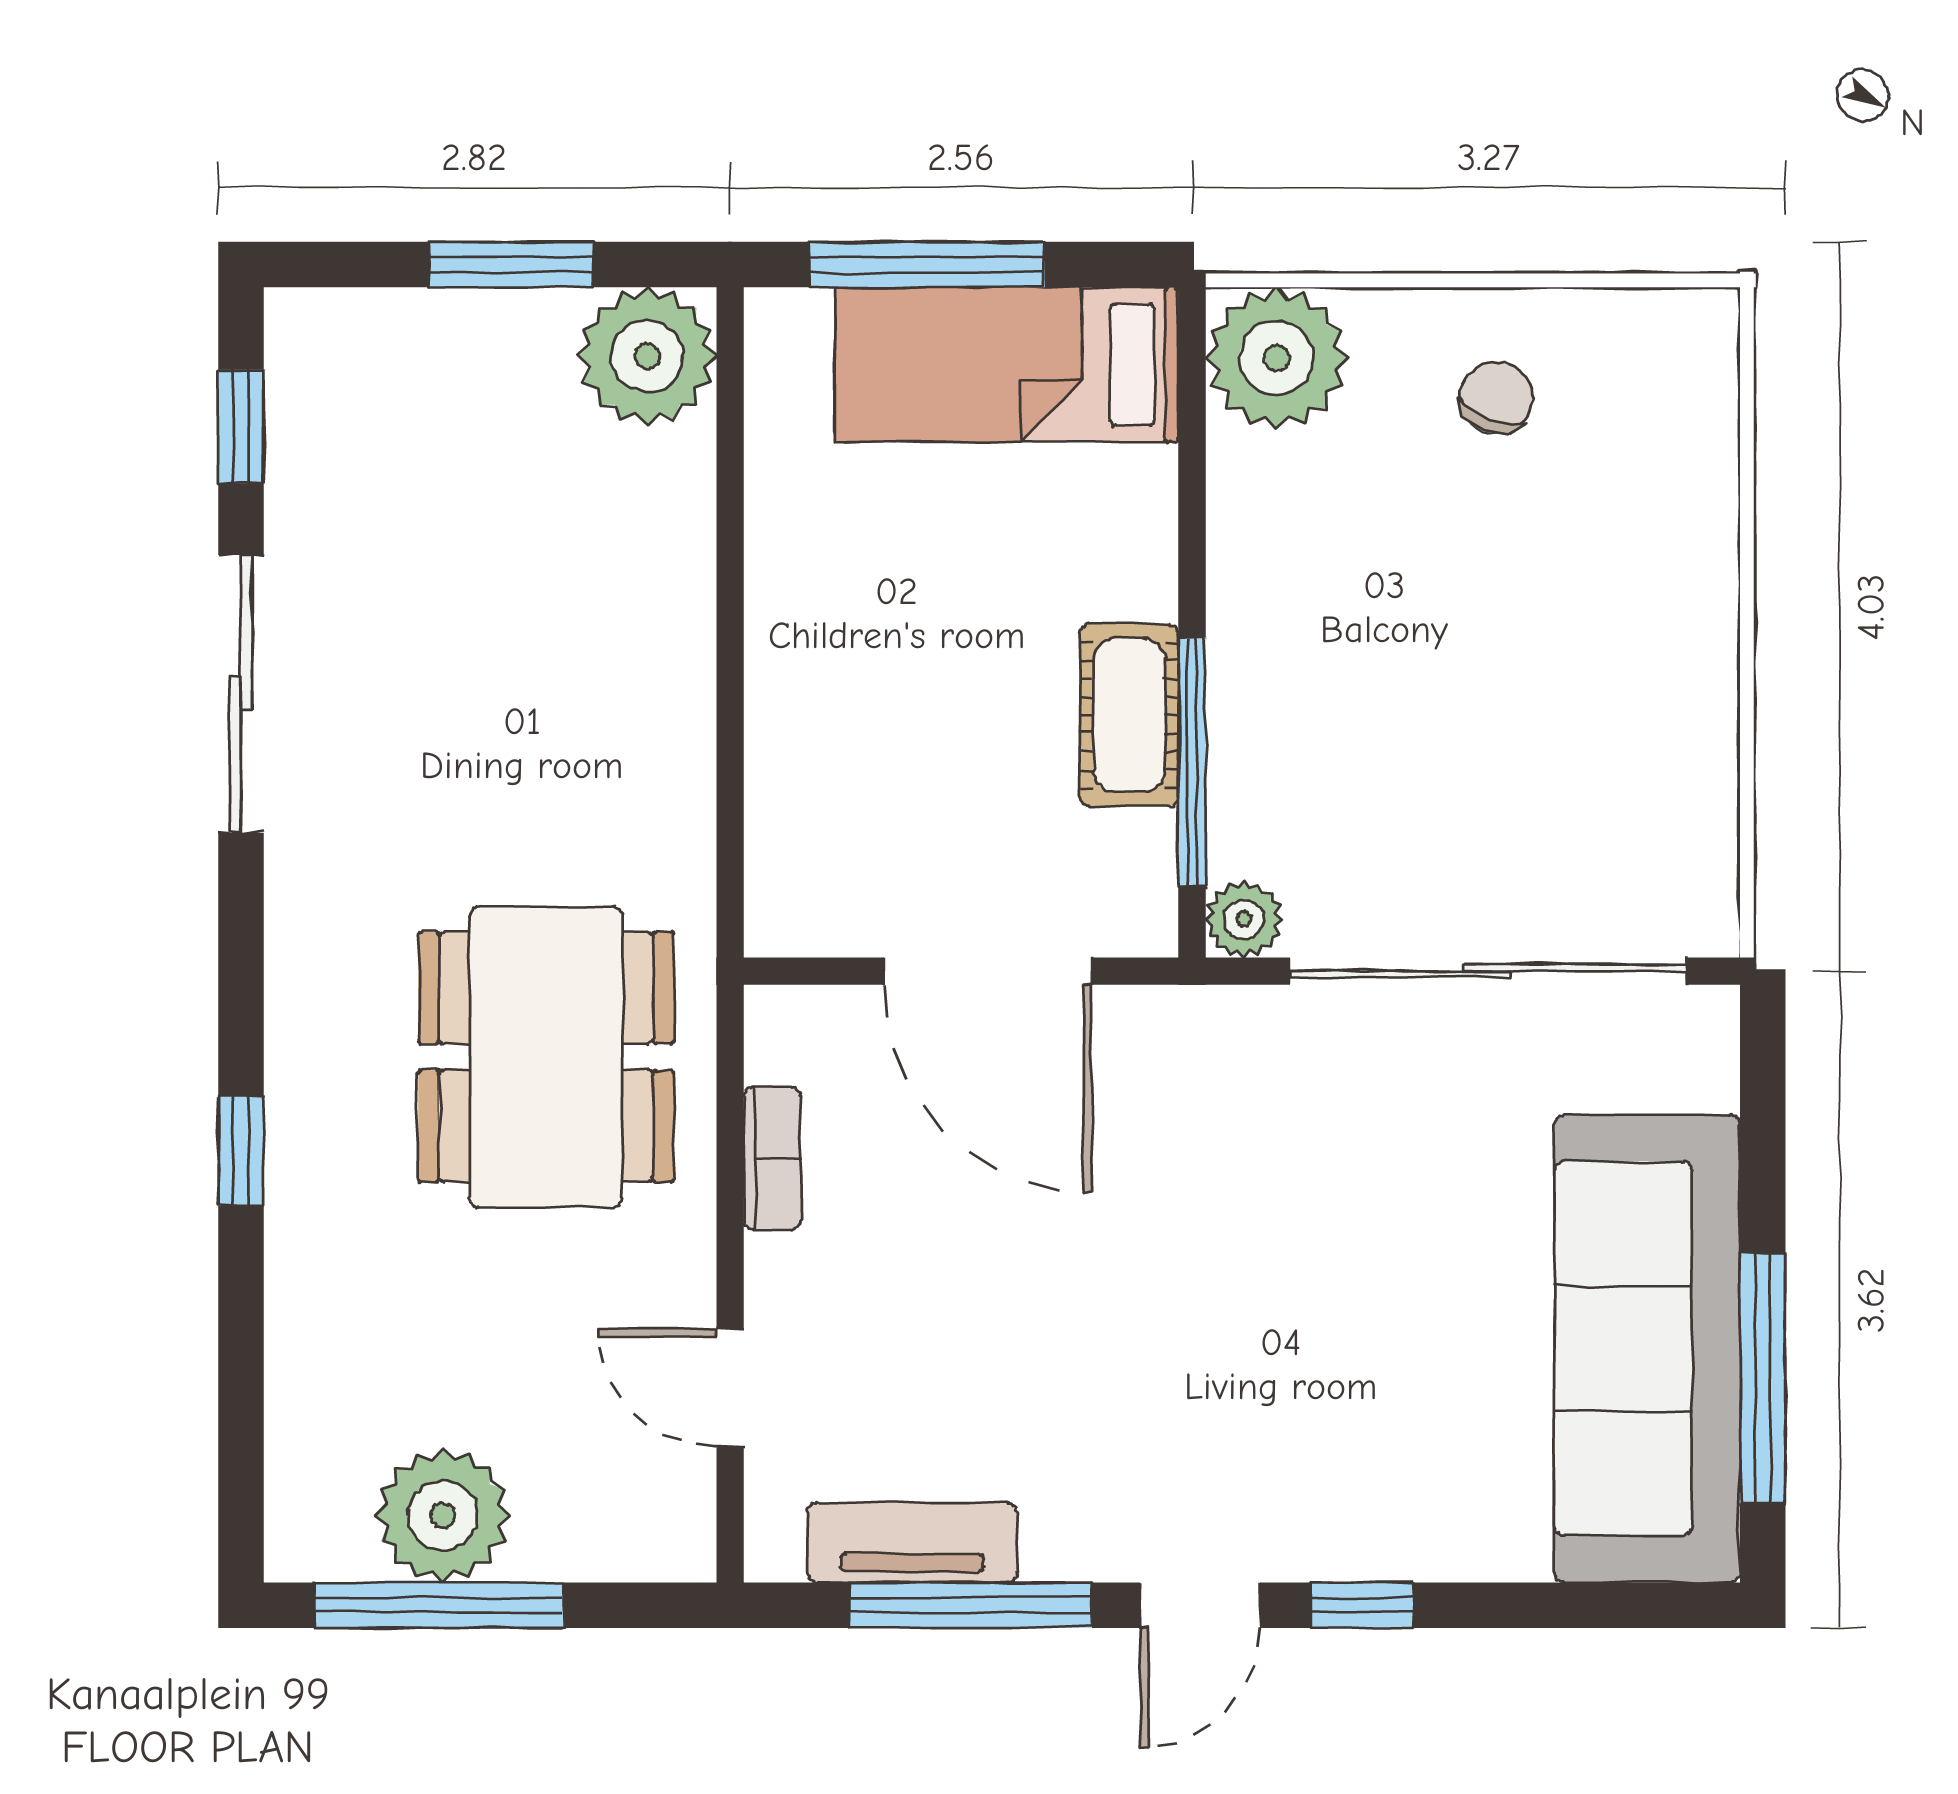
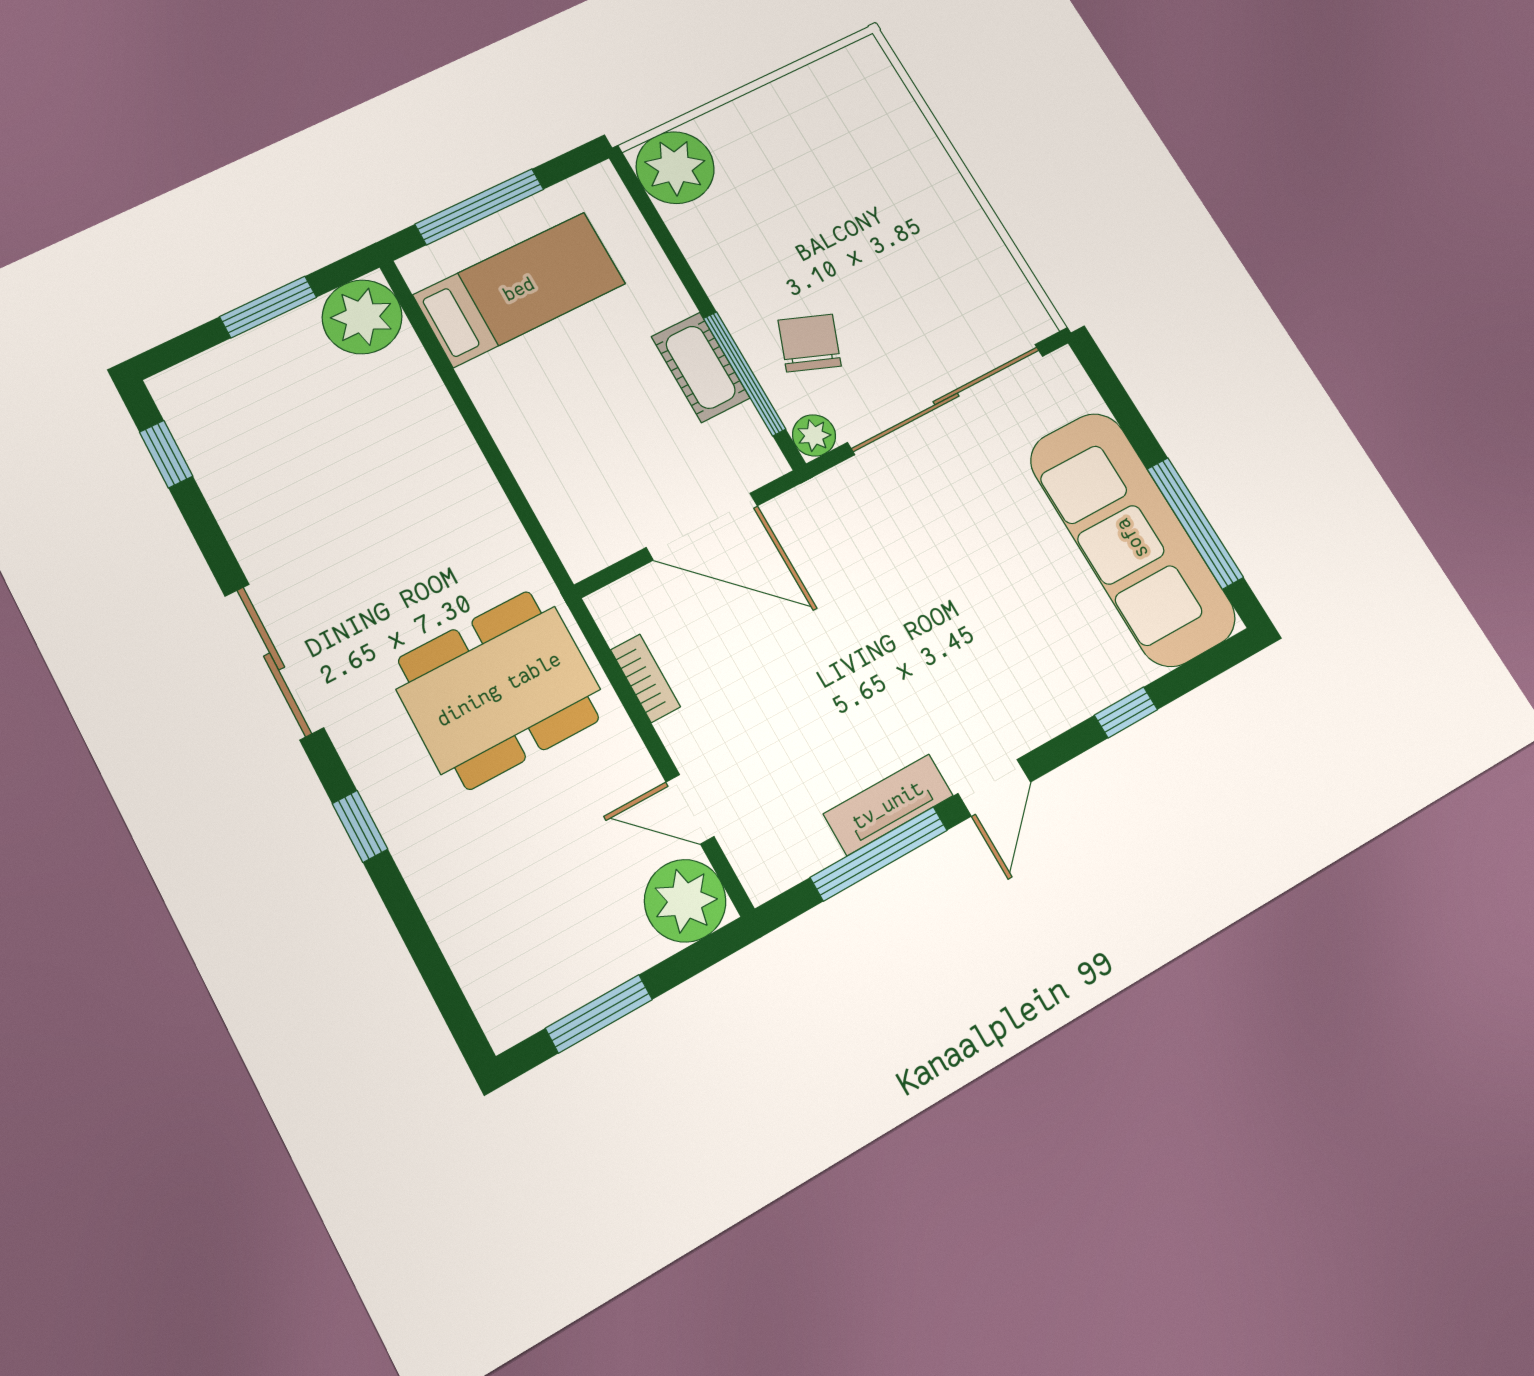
bed: (1007, 364) -> (519, 289), moved, turned 180
chair: (1496, 398) -> (810, 343), moved, width x1.37, depth x1.37
sliding door: (241, 694) -> (274, 662), moved
dining table: (546, 1057) -> (499, 689), turned 90
plant: (443, 1515) -> (685, 901), moved
tv unit: (912, 1542) -> (888, 805), moved
window: (439, 1605) -> (599, 1014), width x0.69
window: (1362, 1605) -> (1126, 712), moved

